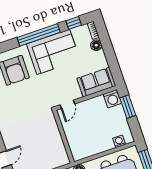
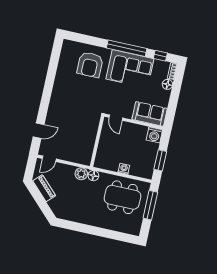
door: (67, 104) -> (116, 118), hinge flipped
window: (128, 107) -> (160, 160), moved
washing machine: (119, 141) -> (124, 169), moved

